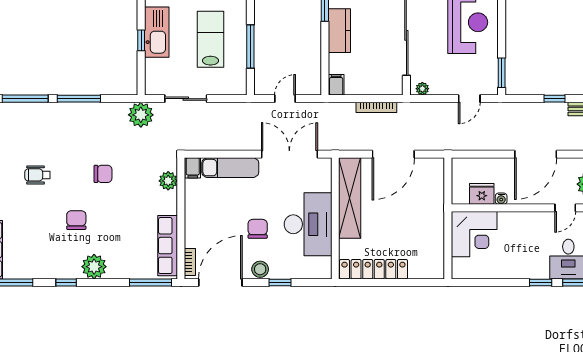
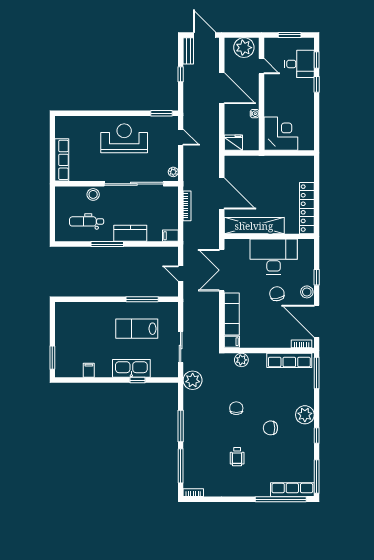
fridge: (482, 194) -> (233, 143), moved, turned 90
chair: (258, 229) -> (277, 294), turned 78

